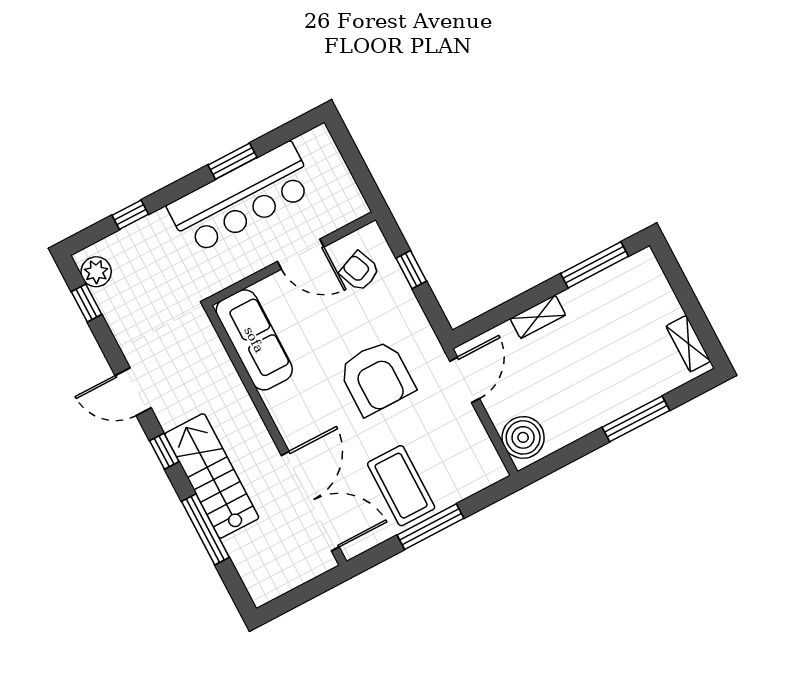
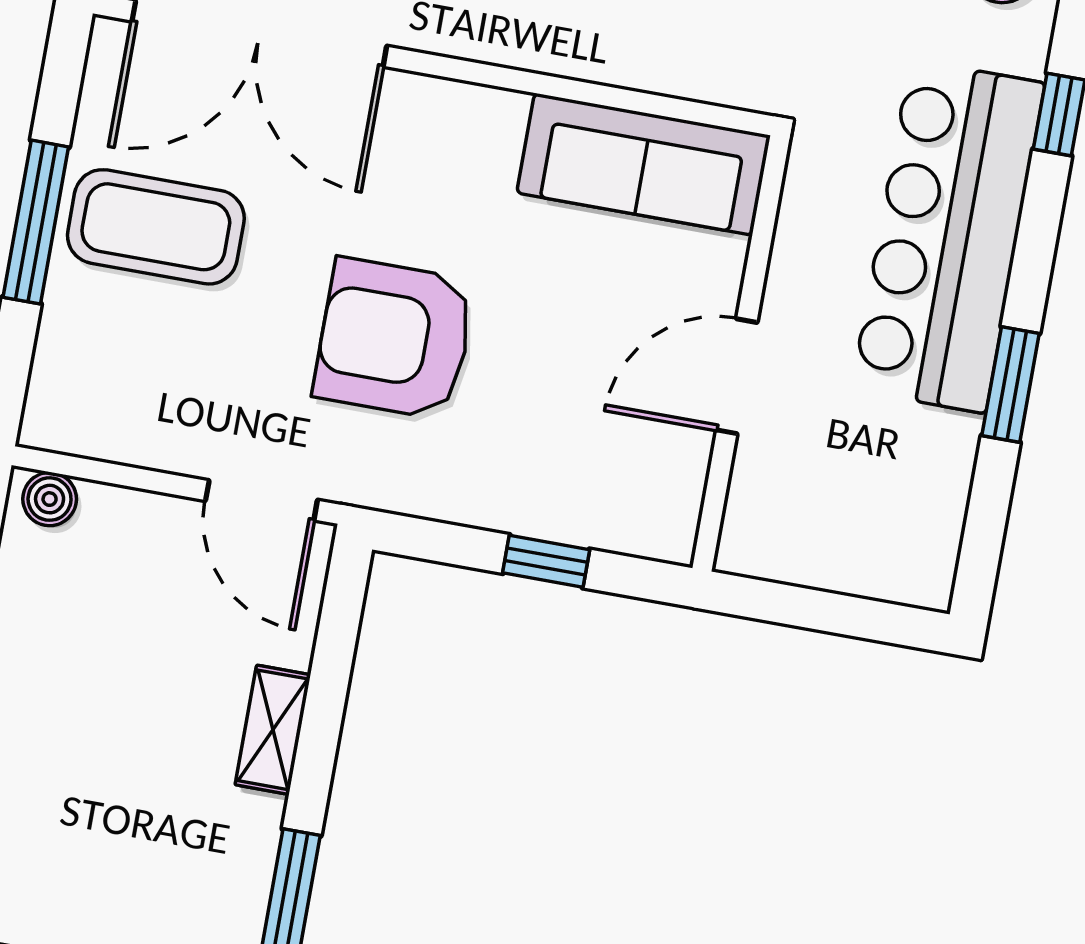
bar counter: (241, 198) -> (948, 236), moved
armchair: (359, 271) -> (619, 462), removed
boiler: (523, 437) -> (50, 499), width x0.54, depth x0.54

